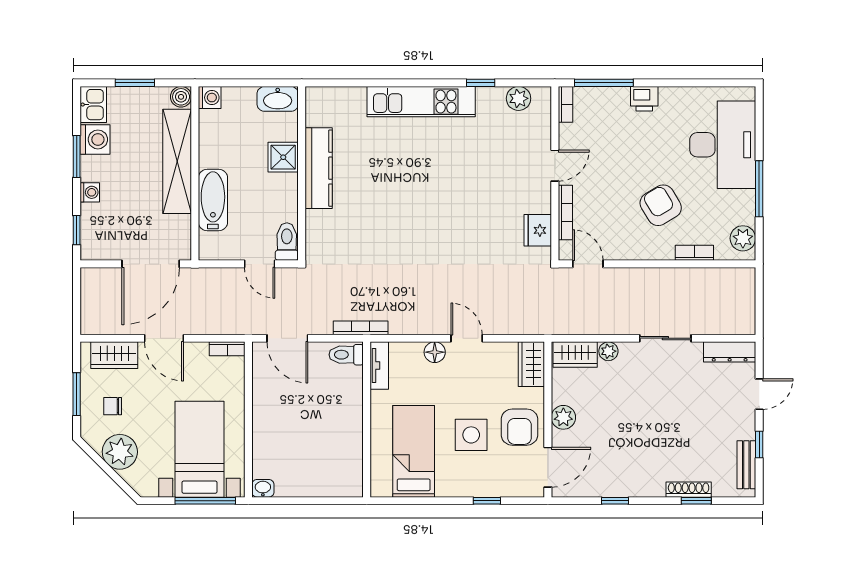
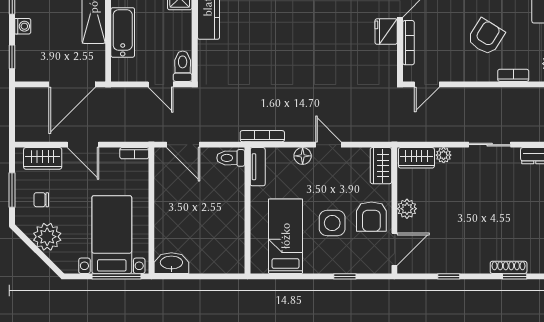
armchair: (661, 205) -> (486, 37), turned 63
fridge: (538, 230) -> (386, 32), moved
door: (588, 264) -> (427, 84), swing flipped
bookcase: (361, 328) -> (262, 136), moved
washbasin: (263, 488) -> (171, 263), width x1.91, depth x1.45

